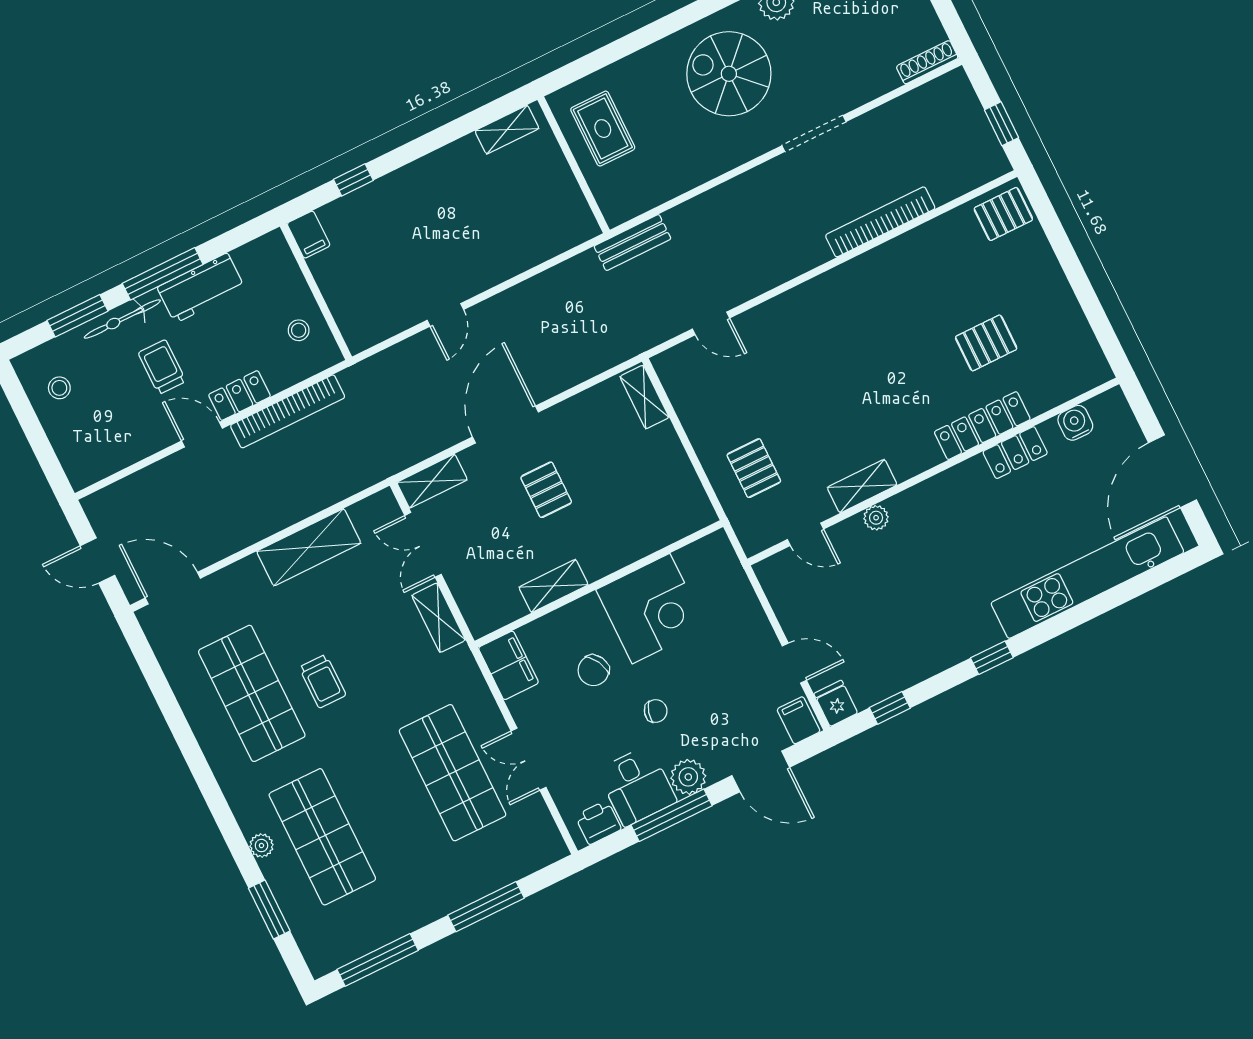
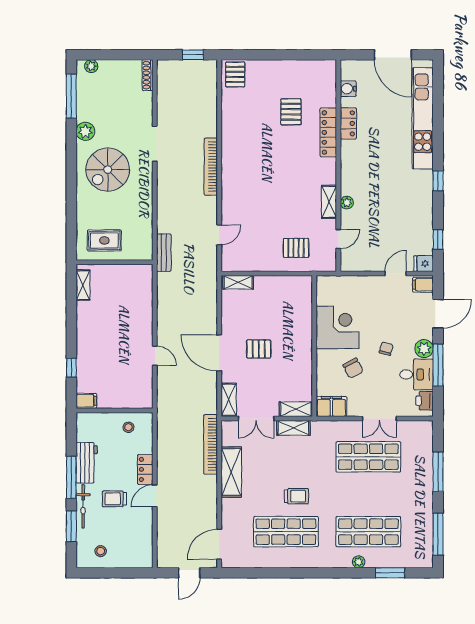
bookcase: (880, 222) -> (211, 167), moved
bookcase: (288, 411) -> (210, 444), moved, turned 180
shelving: (553, 586) -> (296, 409), moved, turned 90

